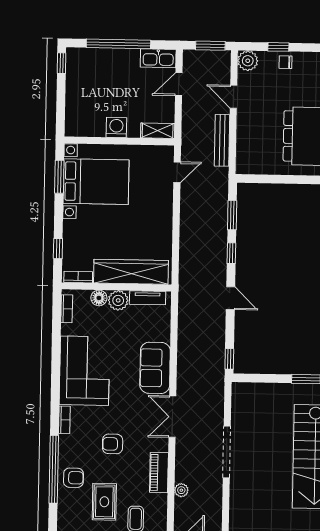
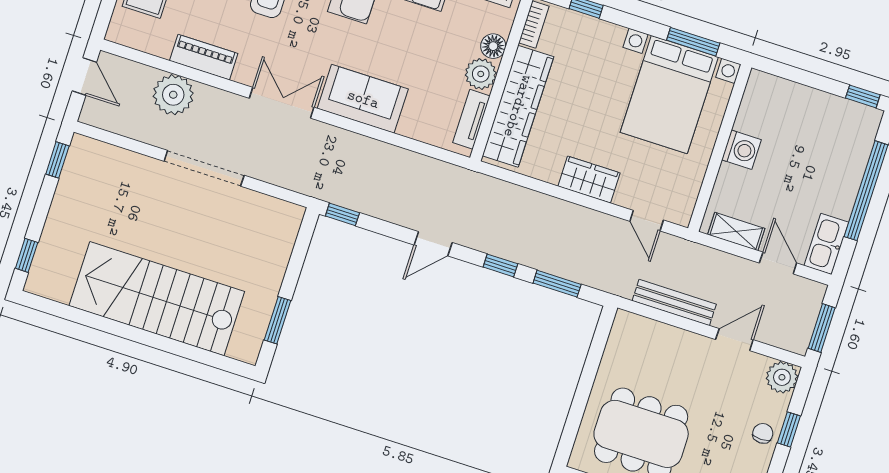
shelving: (158, 131) -> (736, 231), moved, turned 90
wardrobe: (163, 215) -> (589, 180), added
plant: (181, 490) -> (173, 95), width x1.88, depth x1.88

